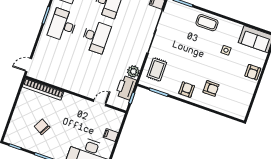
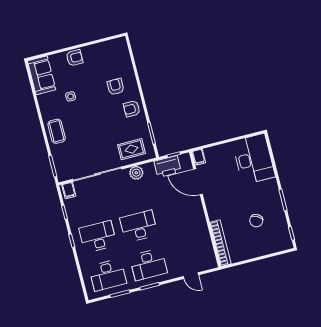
door: (29, 65) -> (191, 276), moved
plant: (133, 71) -> (136, 173), moved
door: (100, 103) -> (198, 182), width x1.88
filing cabinet: (111, 135) -> (199, 157), moved

